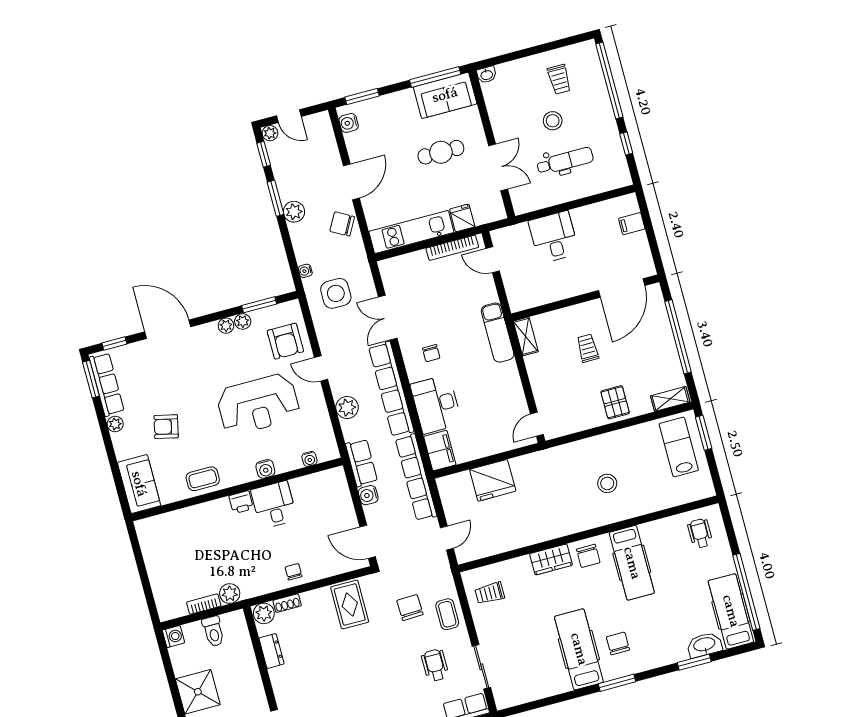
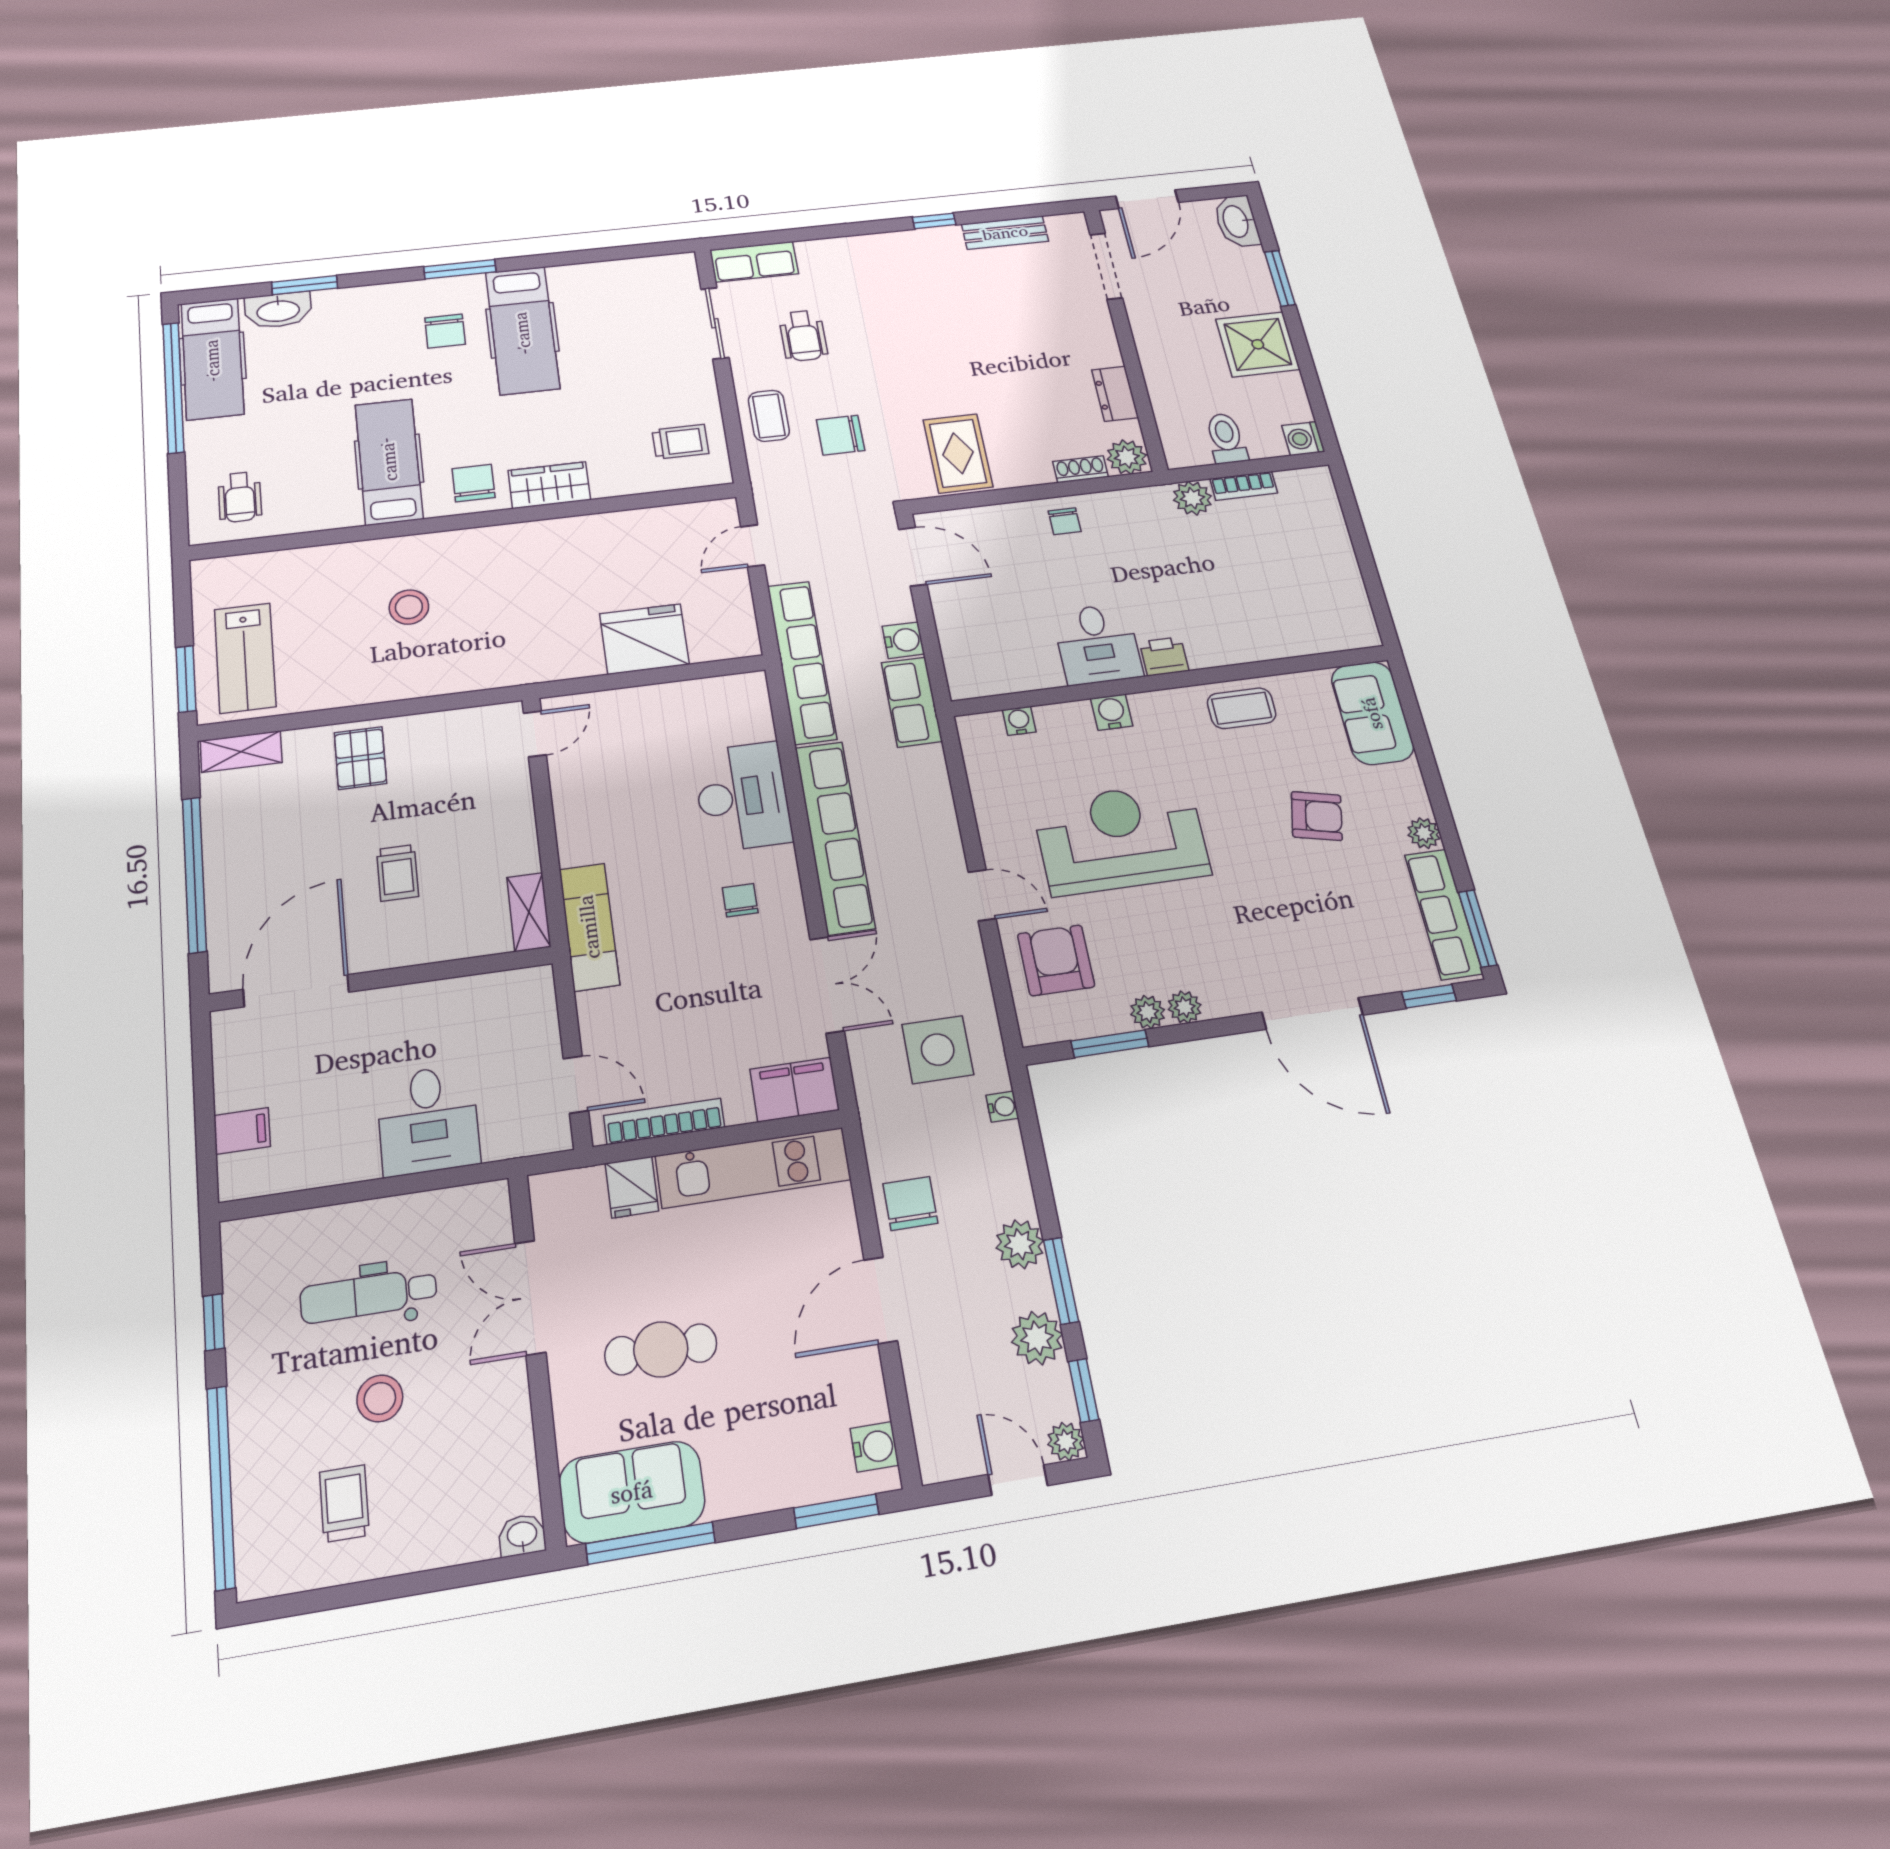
chair: (342, 224) -> (910, 1203), turned -119
plant: (347, 408) -> (1037, 1338), moved
filing cabinet: (440, 451) -> (794, 1090), moved, turned 90
chair: (410, 608) -> (841, 435), turned 92

